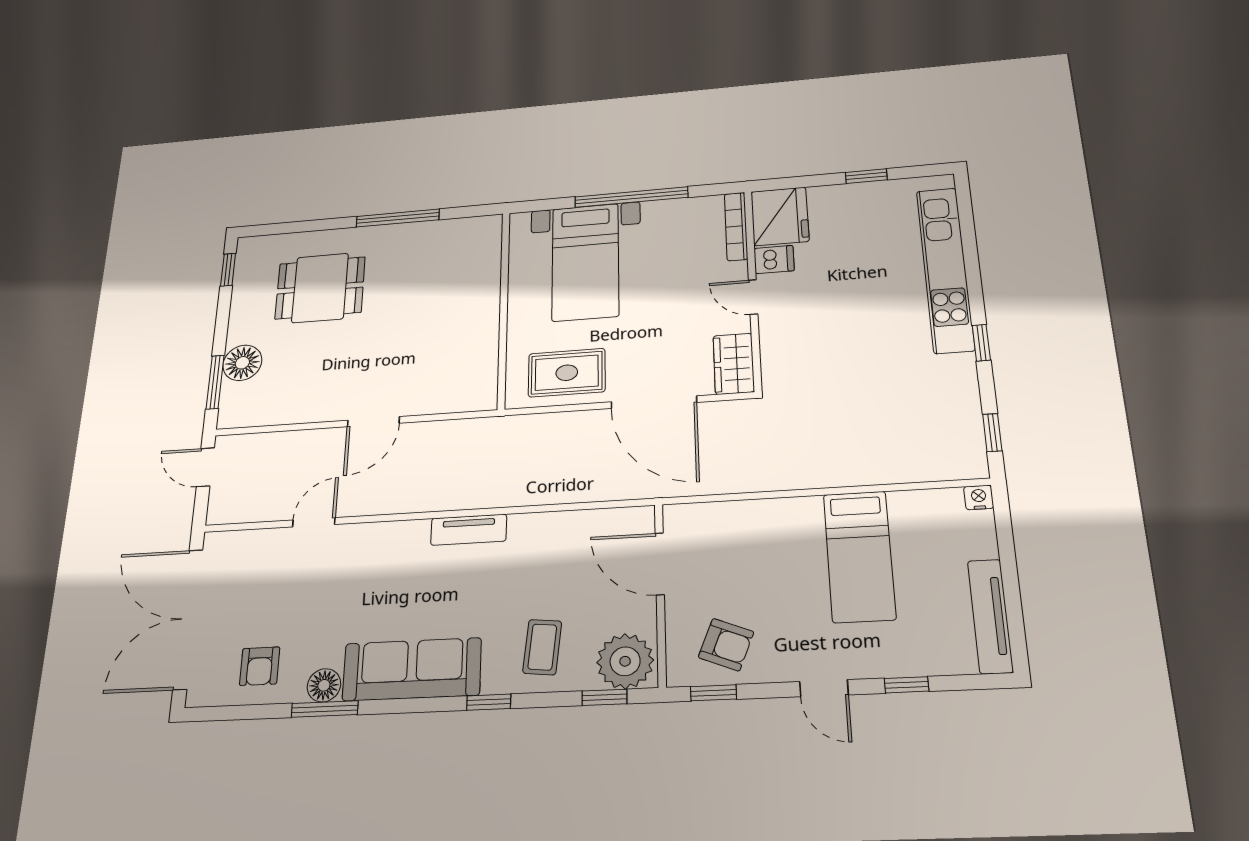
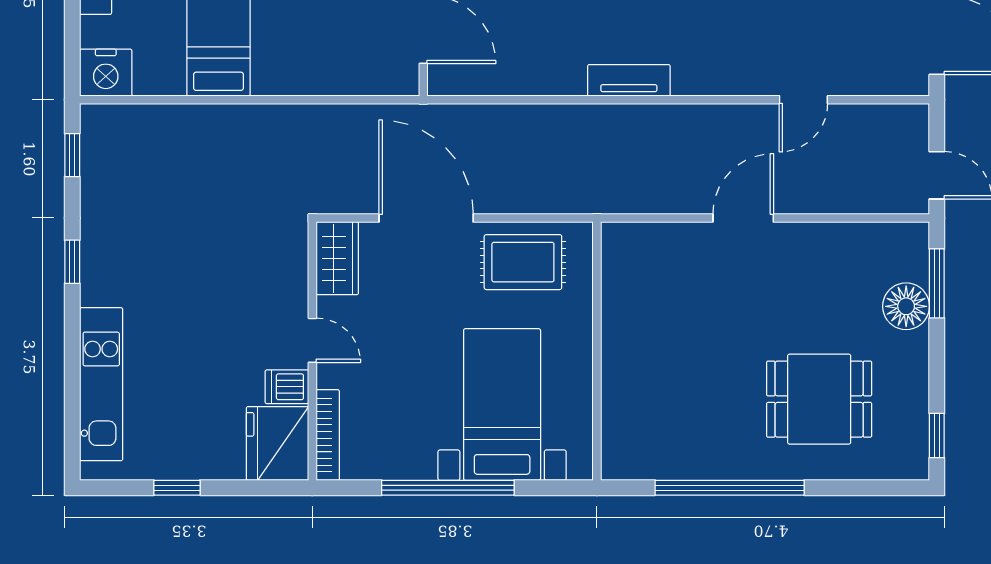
window: (398, 218) -> (730, 488), width x1.46
kitchen unit: (945, 269) -> (101, 384), width x0.73
nightstand: (979, 497) -> (106, 73), width x1.89, depth x1.79

